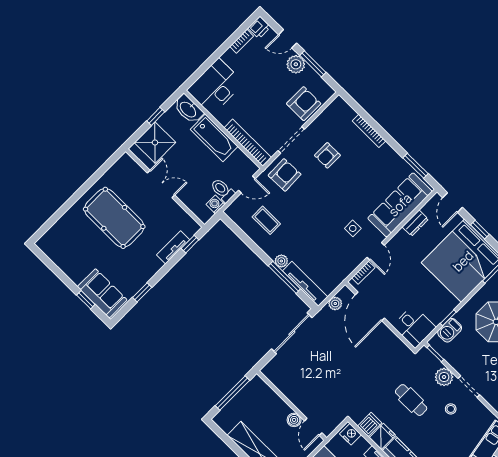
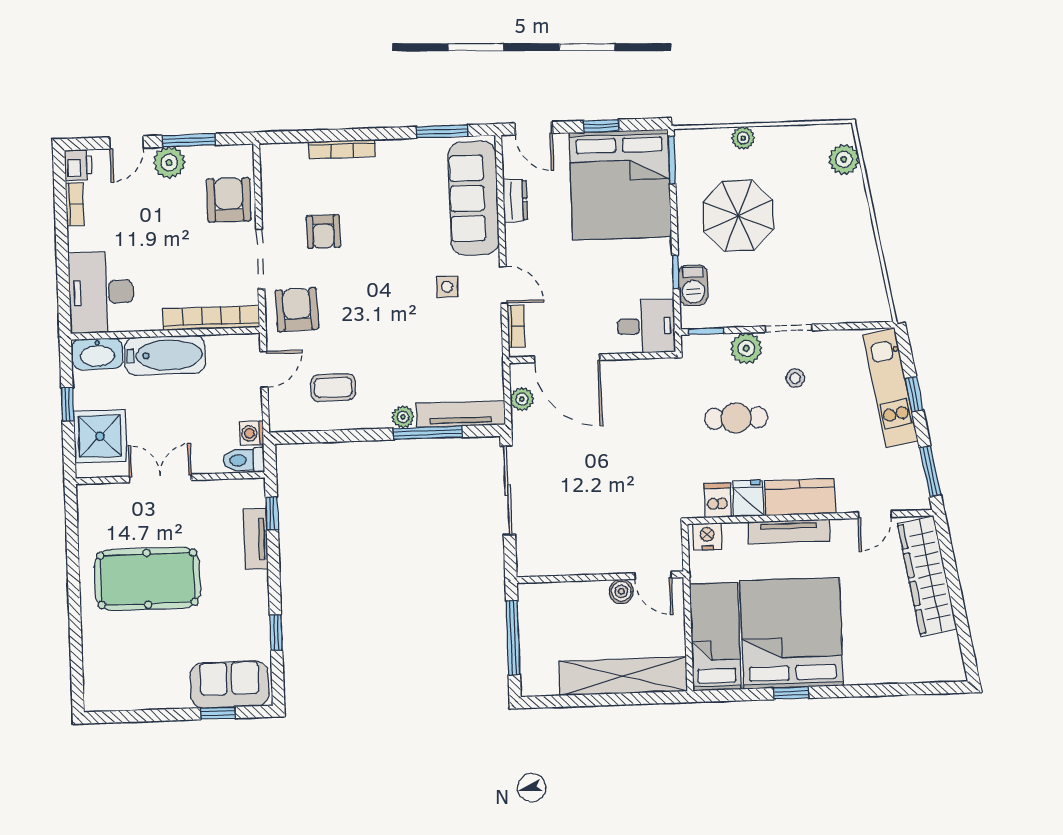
toilet: (223, 190) -> (244, 460), moved

